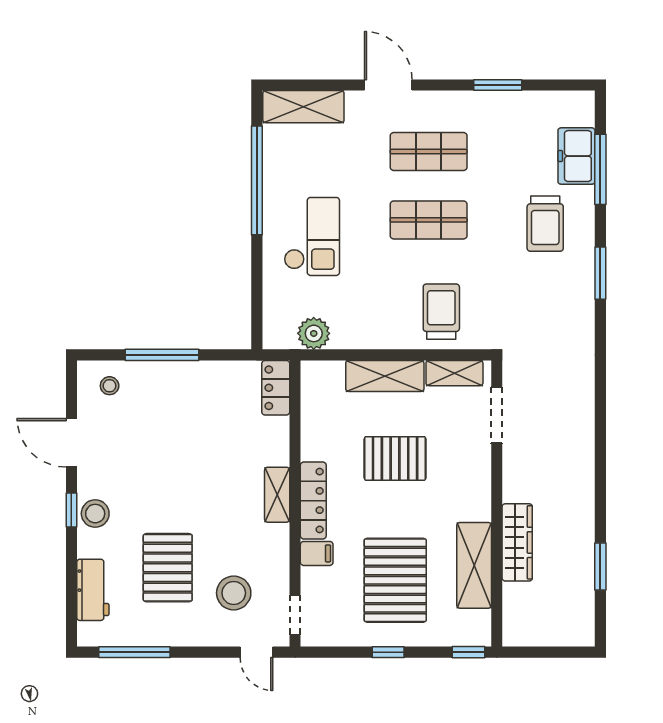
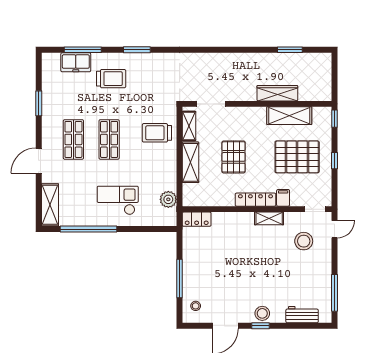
shelving: (277, 495) -> (269, 218), moved
pallet: (168, 568) -> (291, 276), removed

